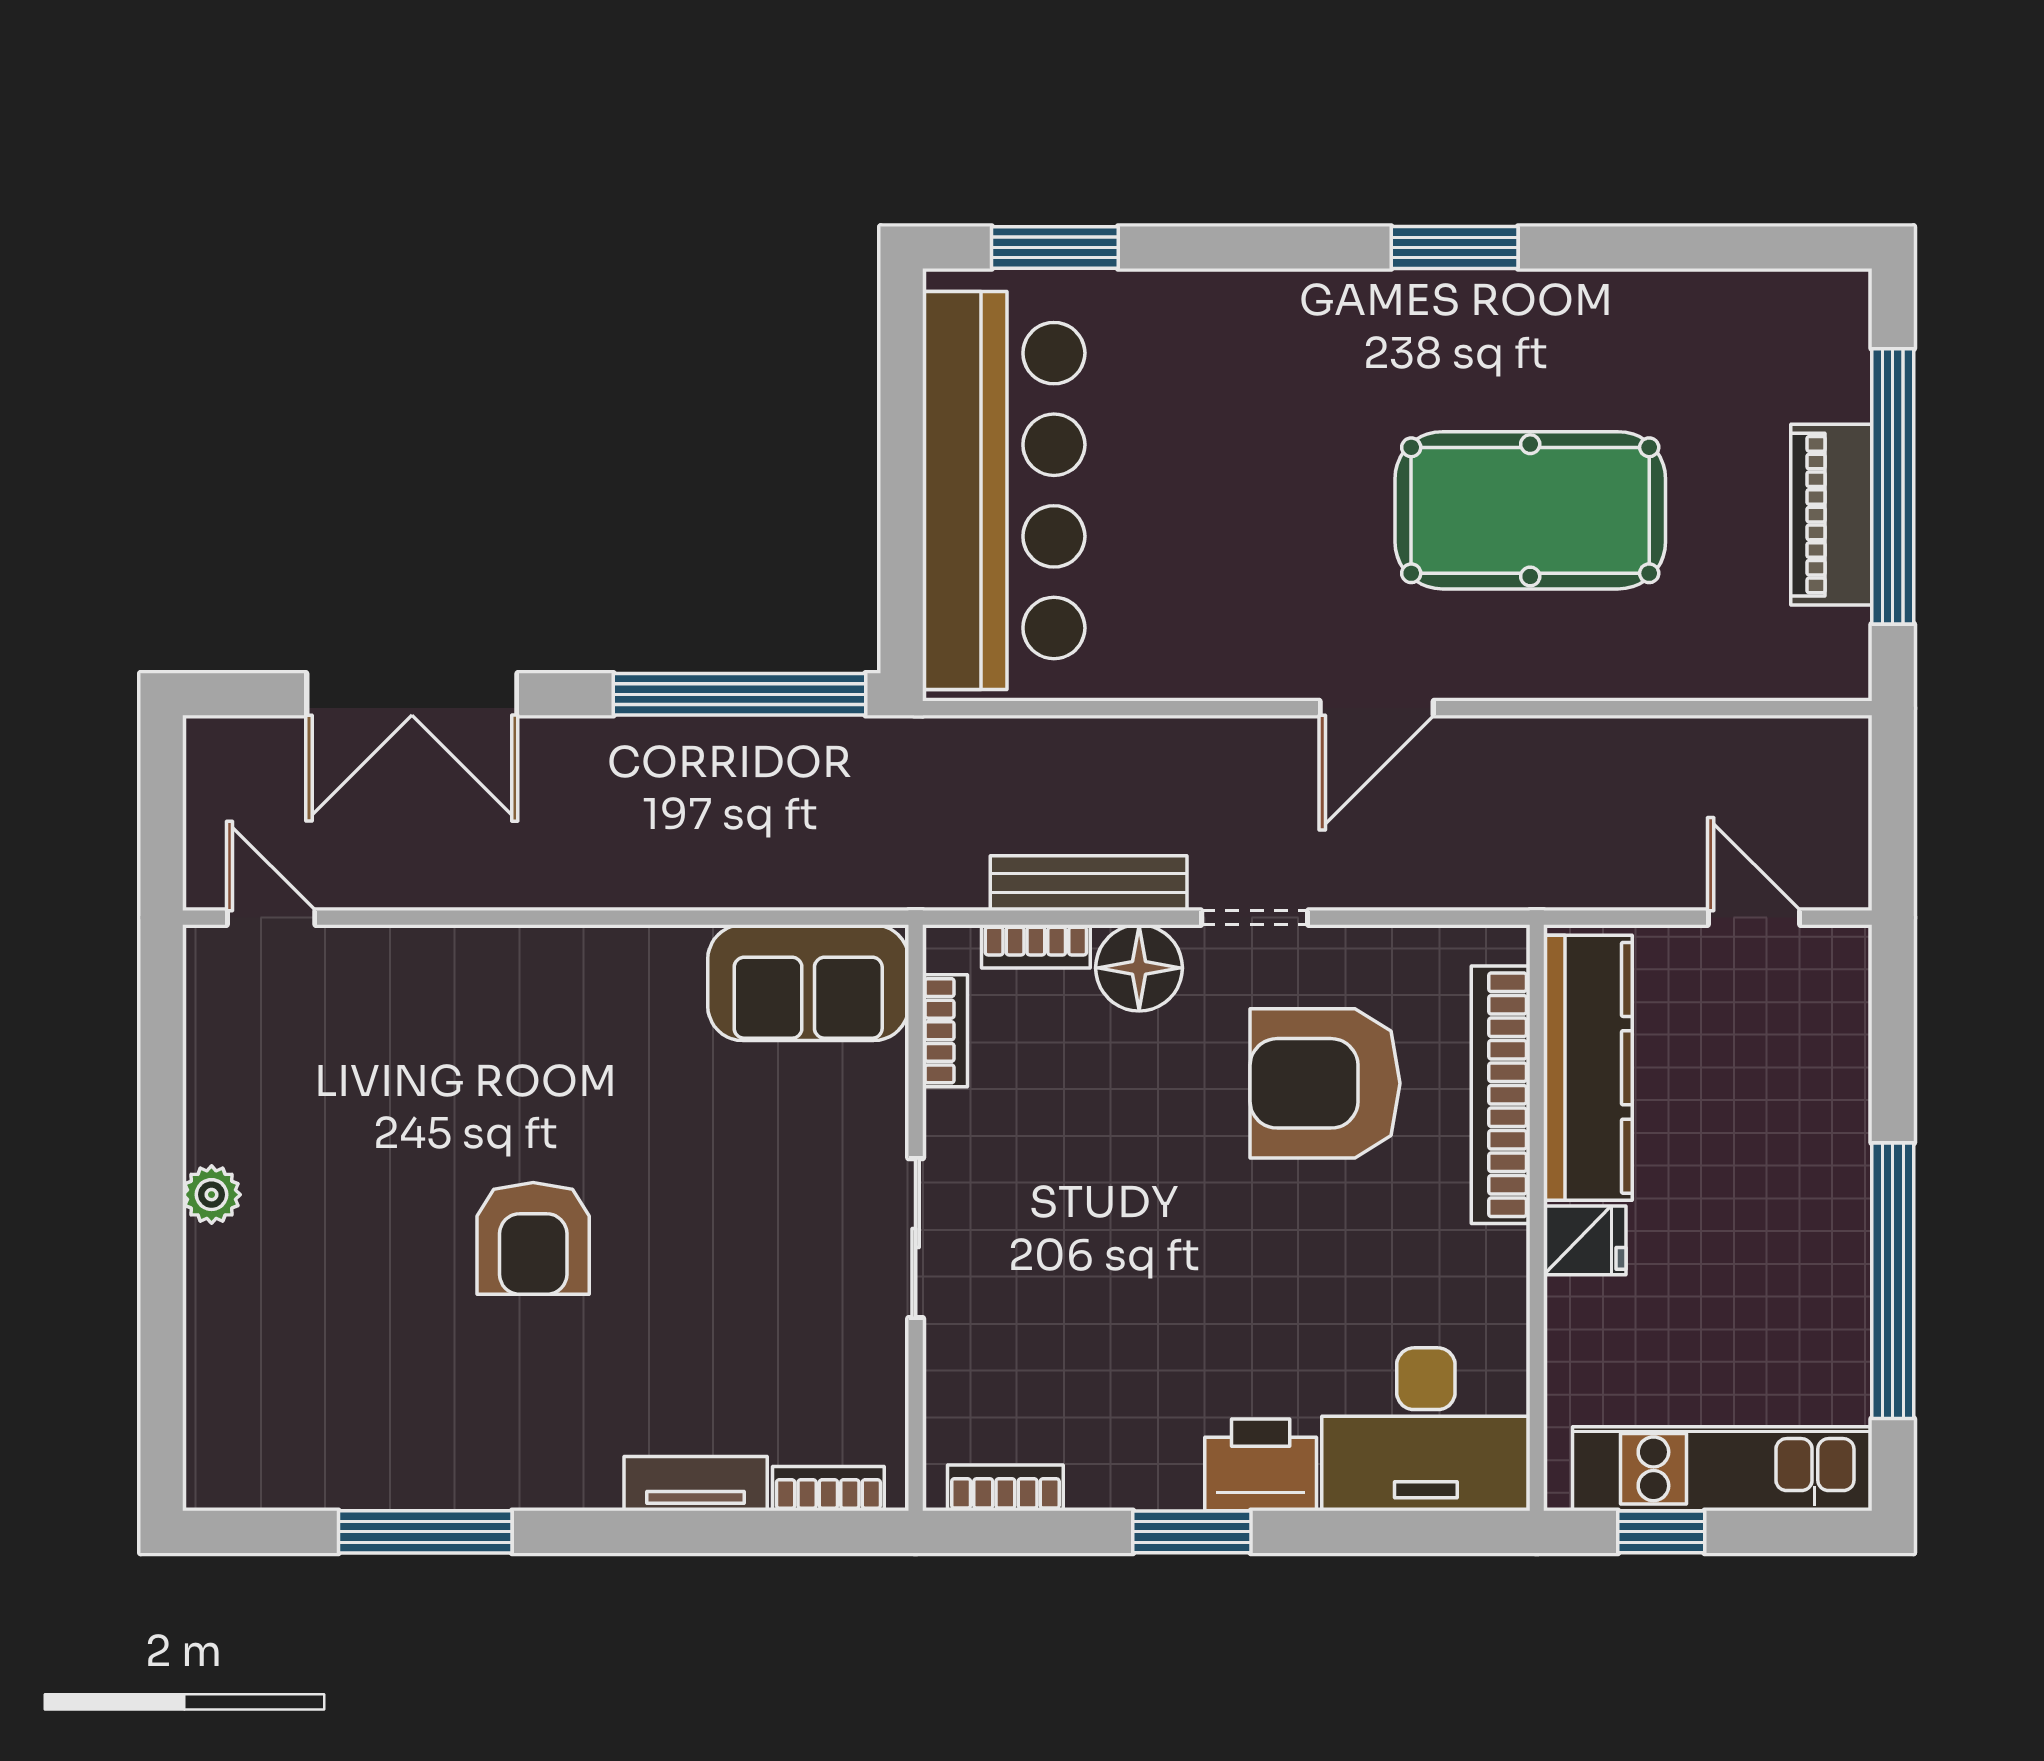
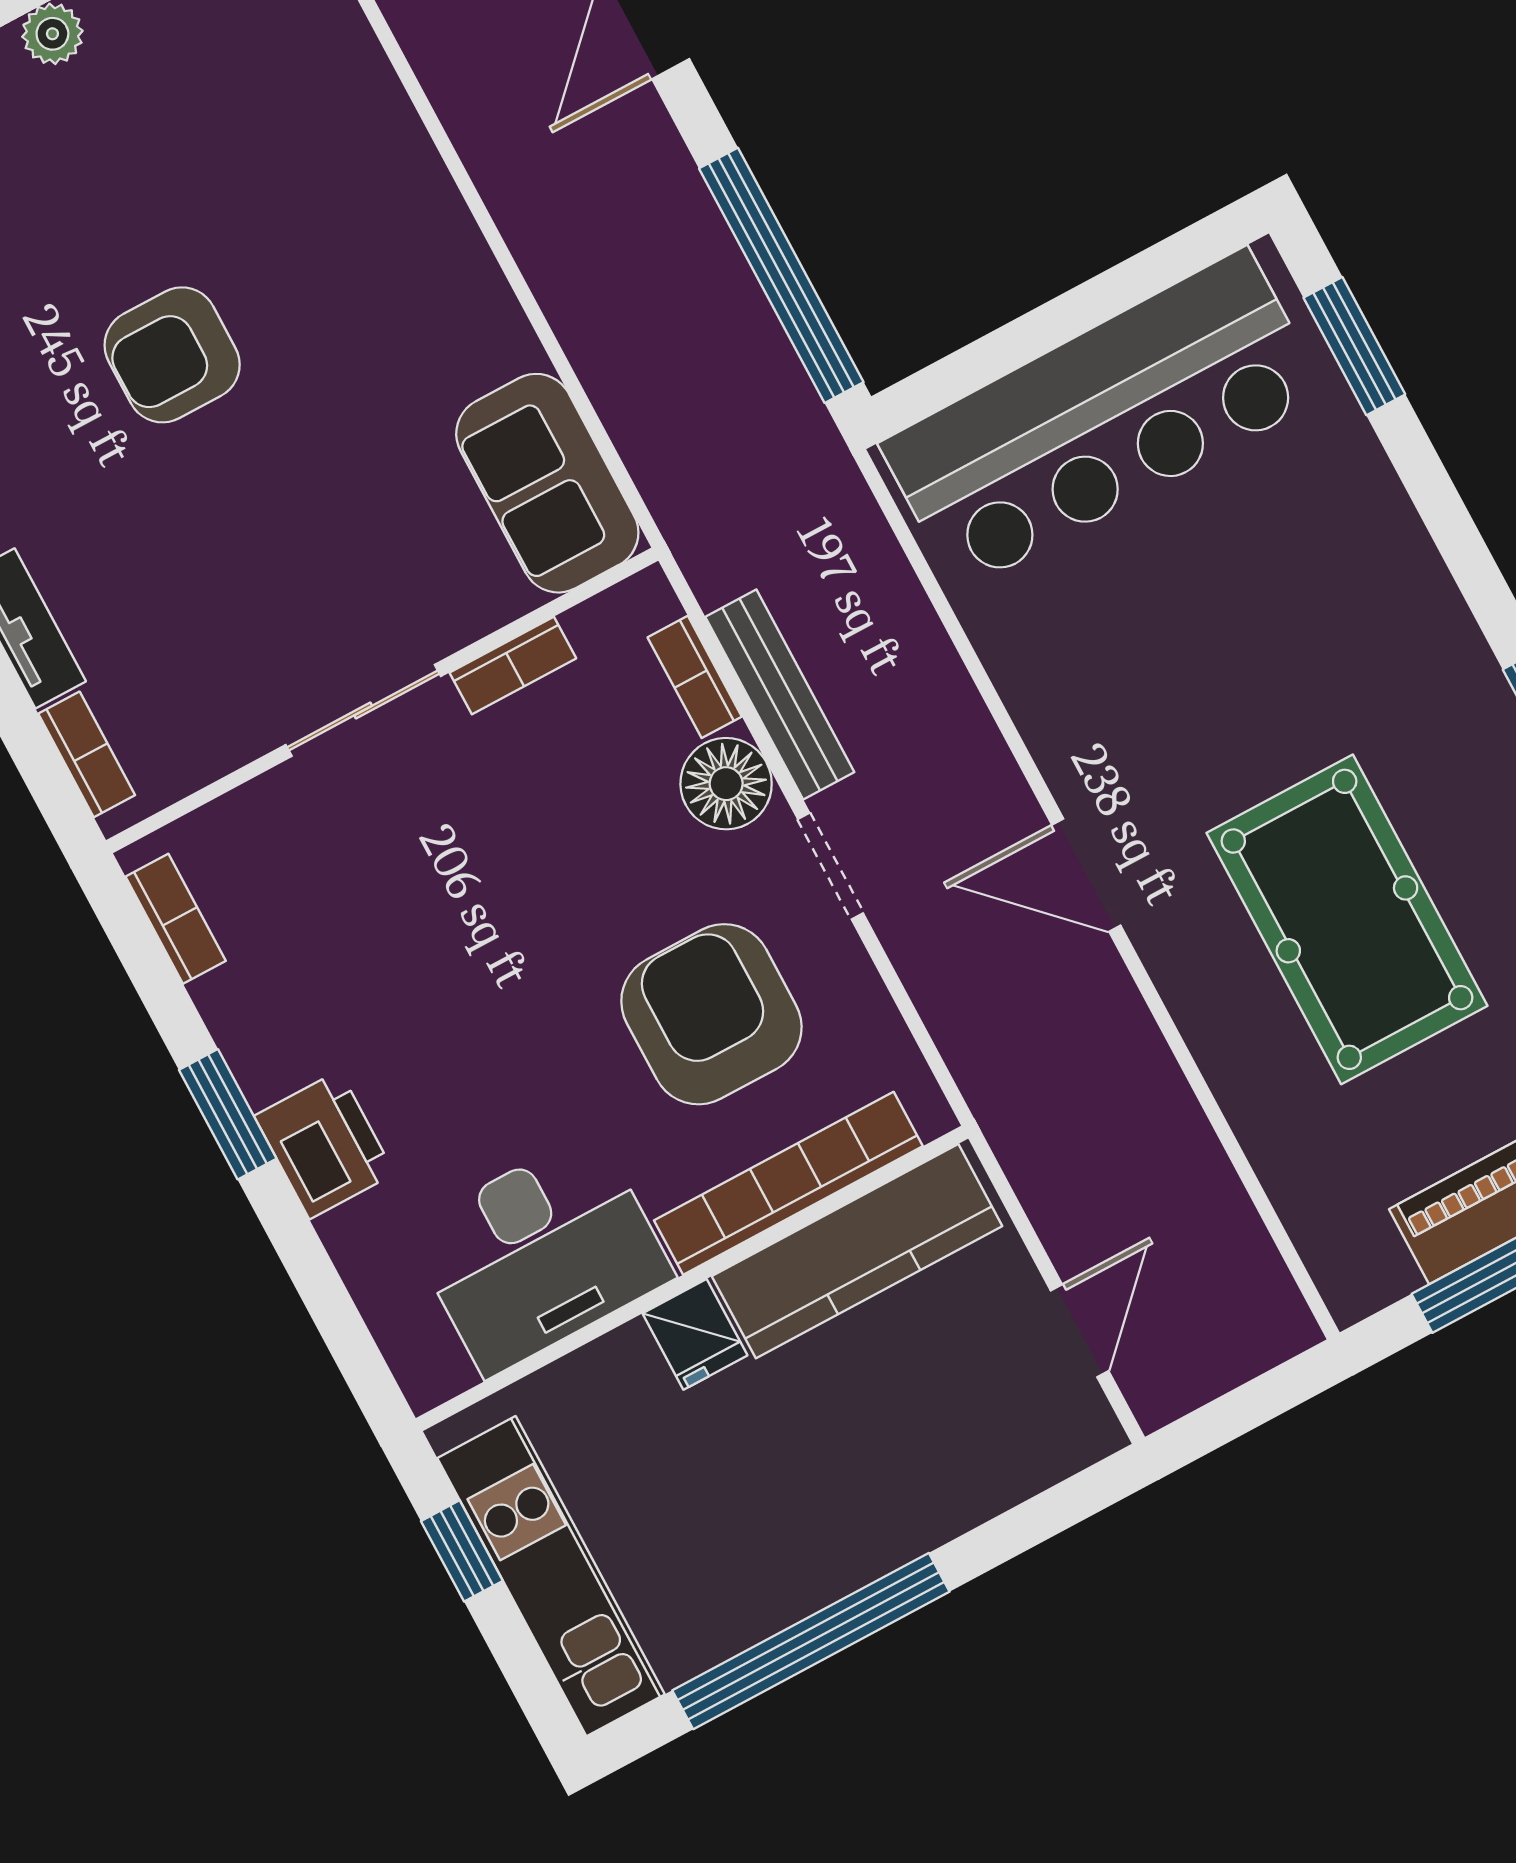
bookcase: (945, 1031) -> (513, 666), moved
desk: (1426, 1429) -> (540, 1253), moved, turned -90

